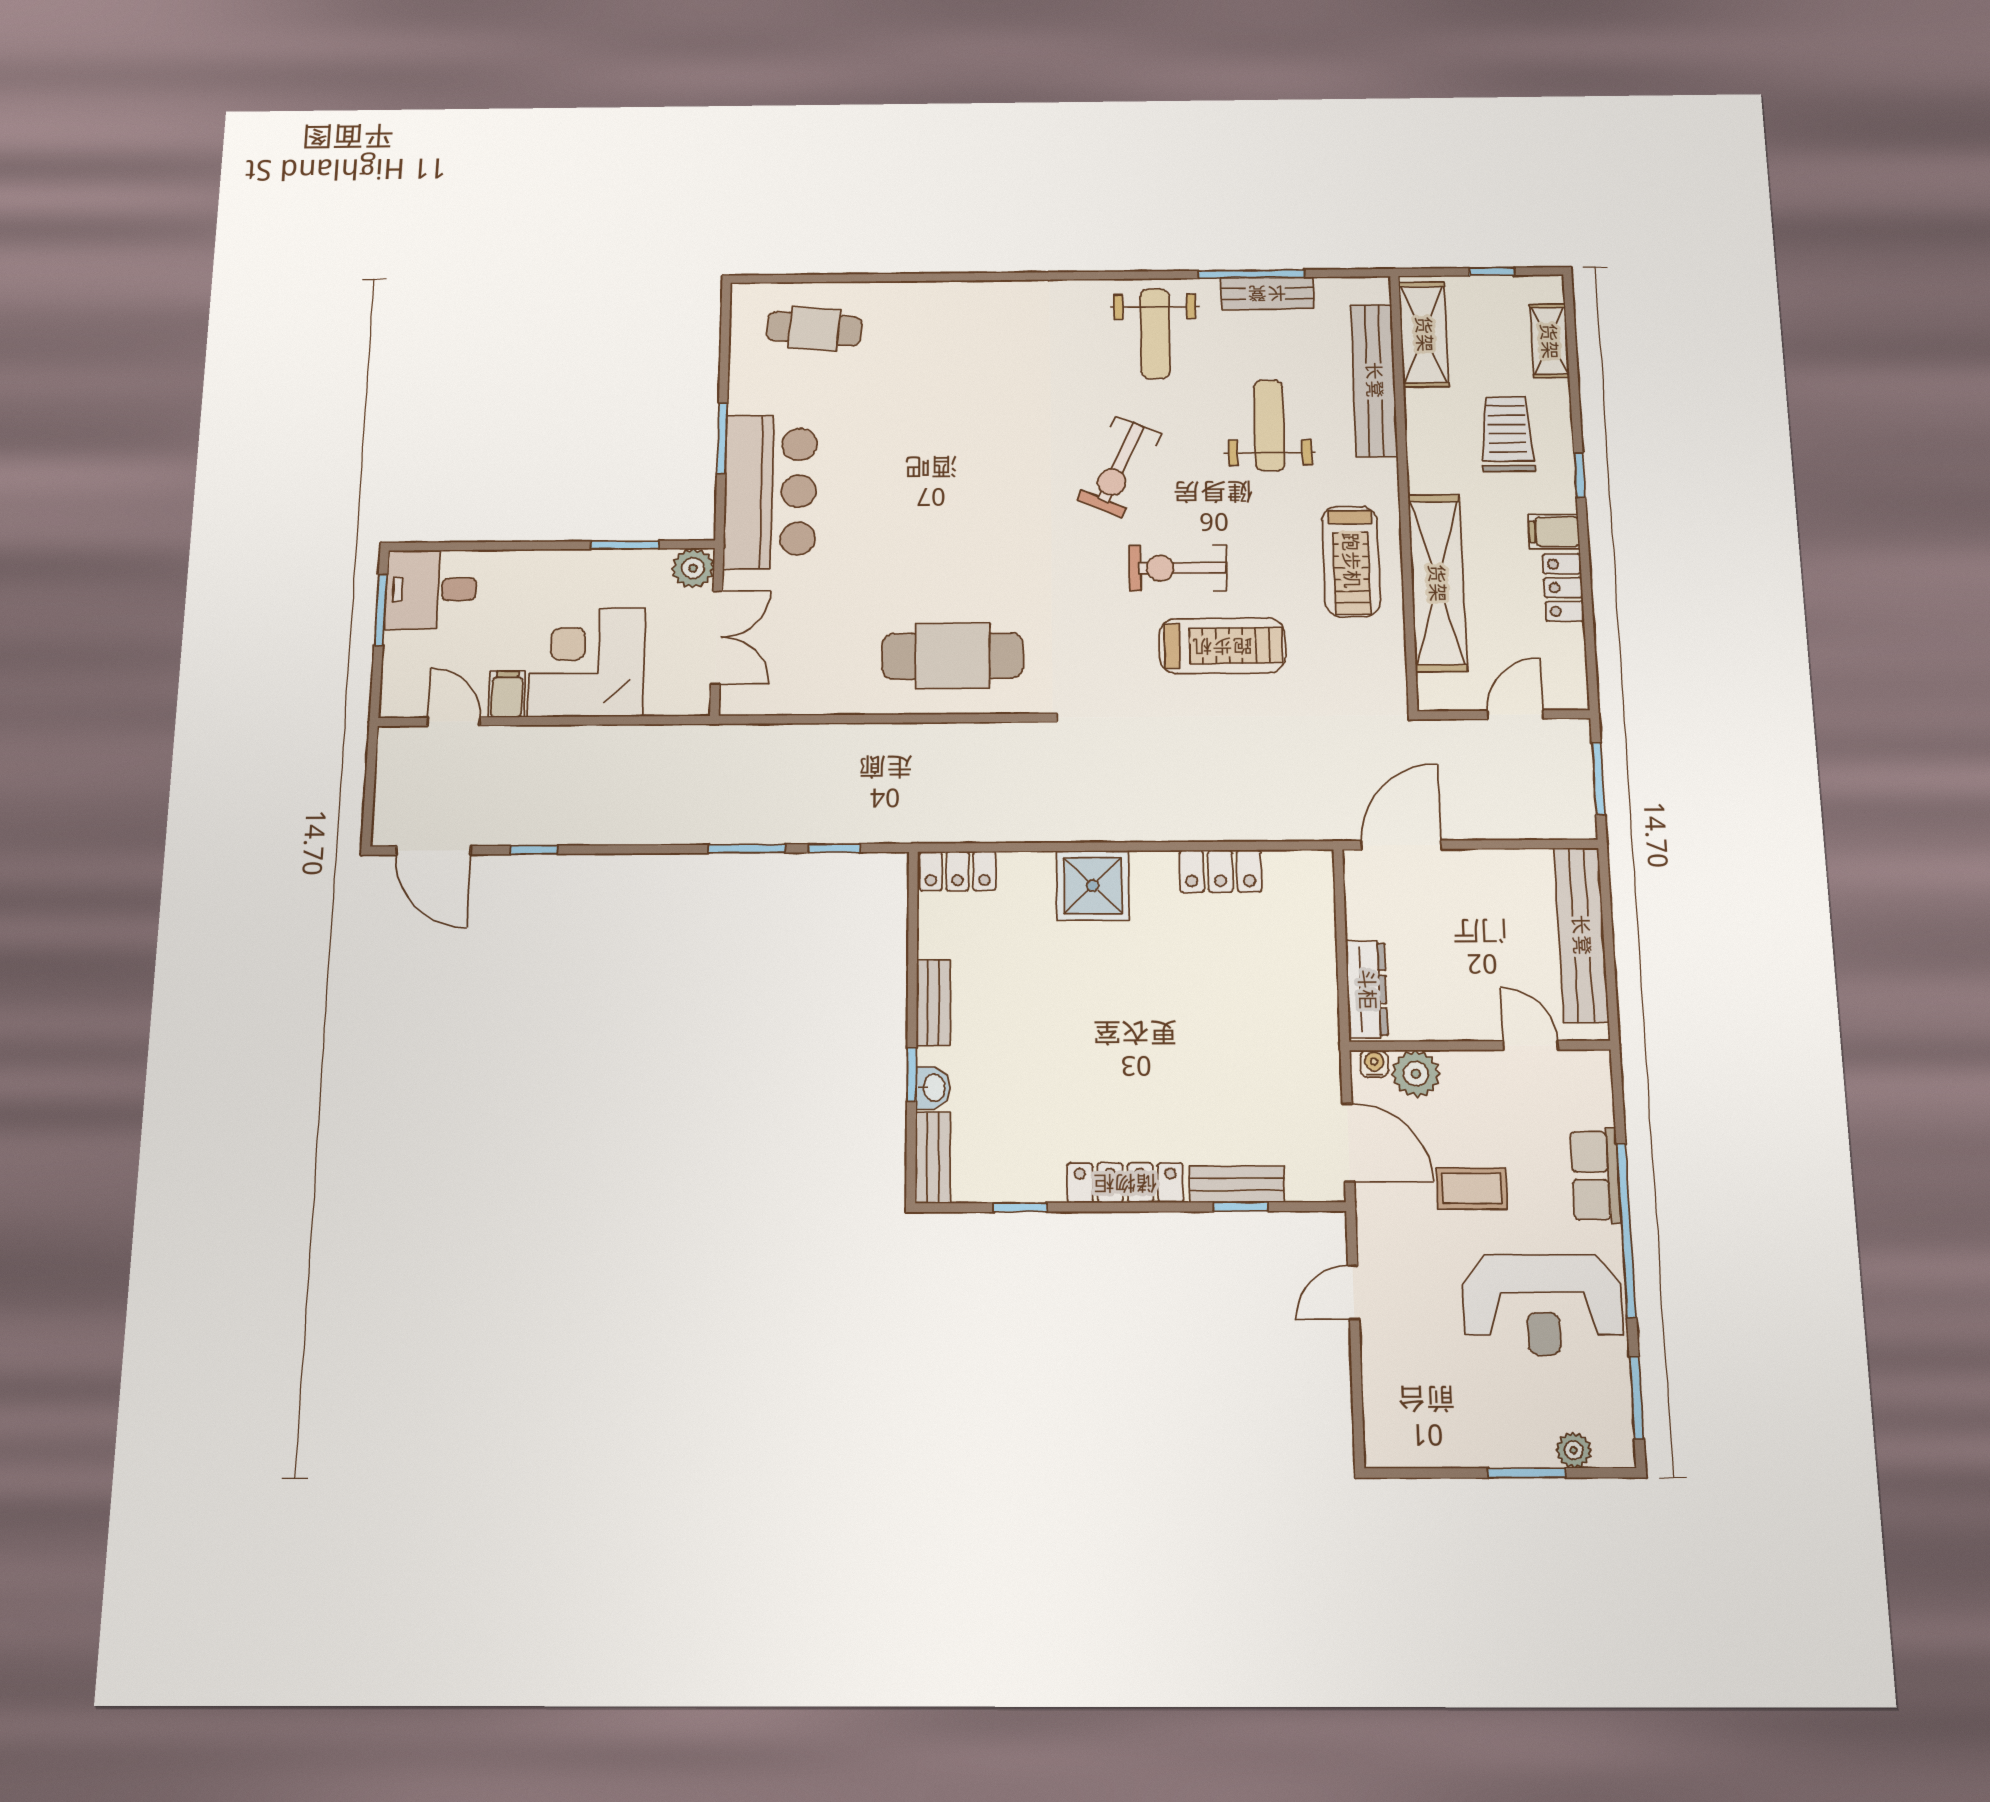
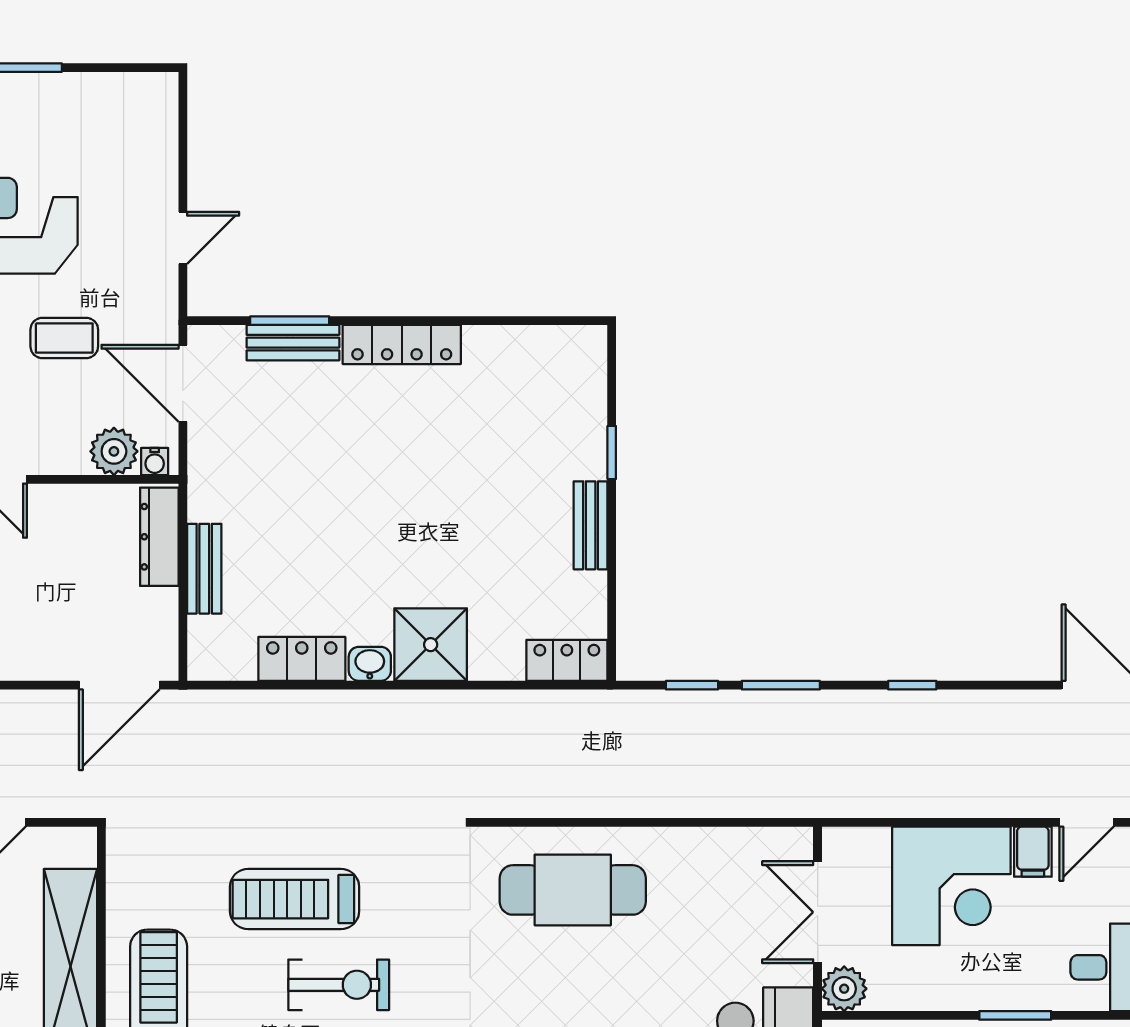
window: (625, 545) -> (1015, 1015), moved
door: (454, 722) -> (1087, 822), hinge flipped
window: (534, 850) -> (912, 685), moved
washbasin: (933, 1088) -> (370, 664), moved, turned 90
bench: (933, 1158) -> (204, 569), moved
window: (1020, 1207) -> (505, 321), removed
window: (1241, 1207) -> (290, 321), width x1.50

